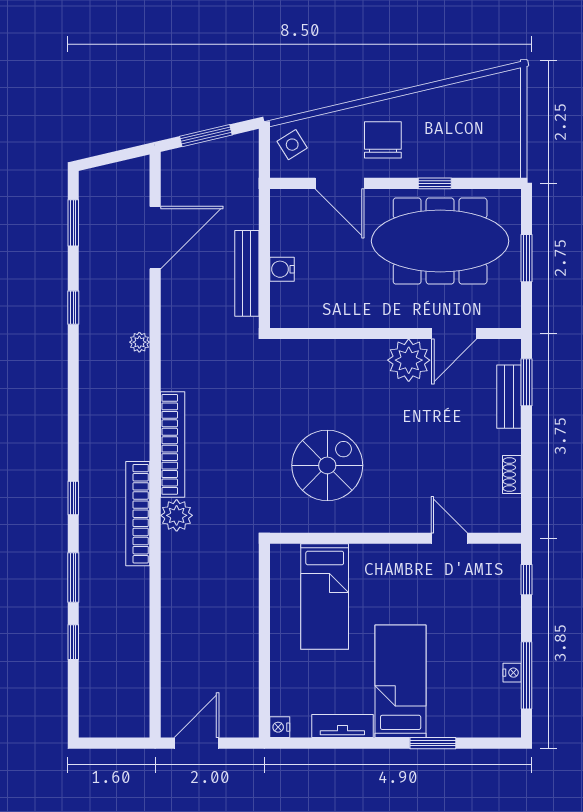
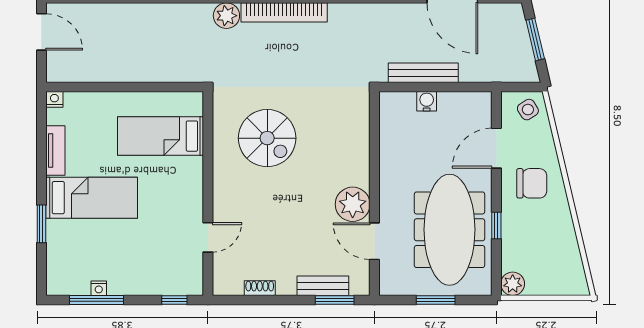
plant: (507, 163) -> (513, 284), added

